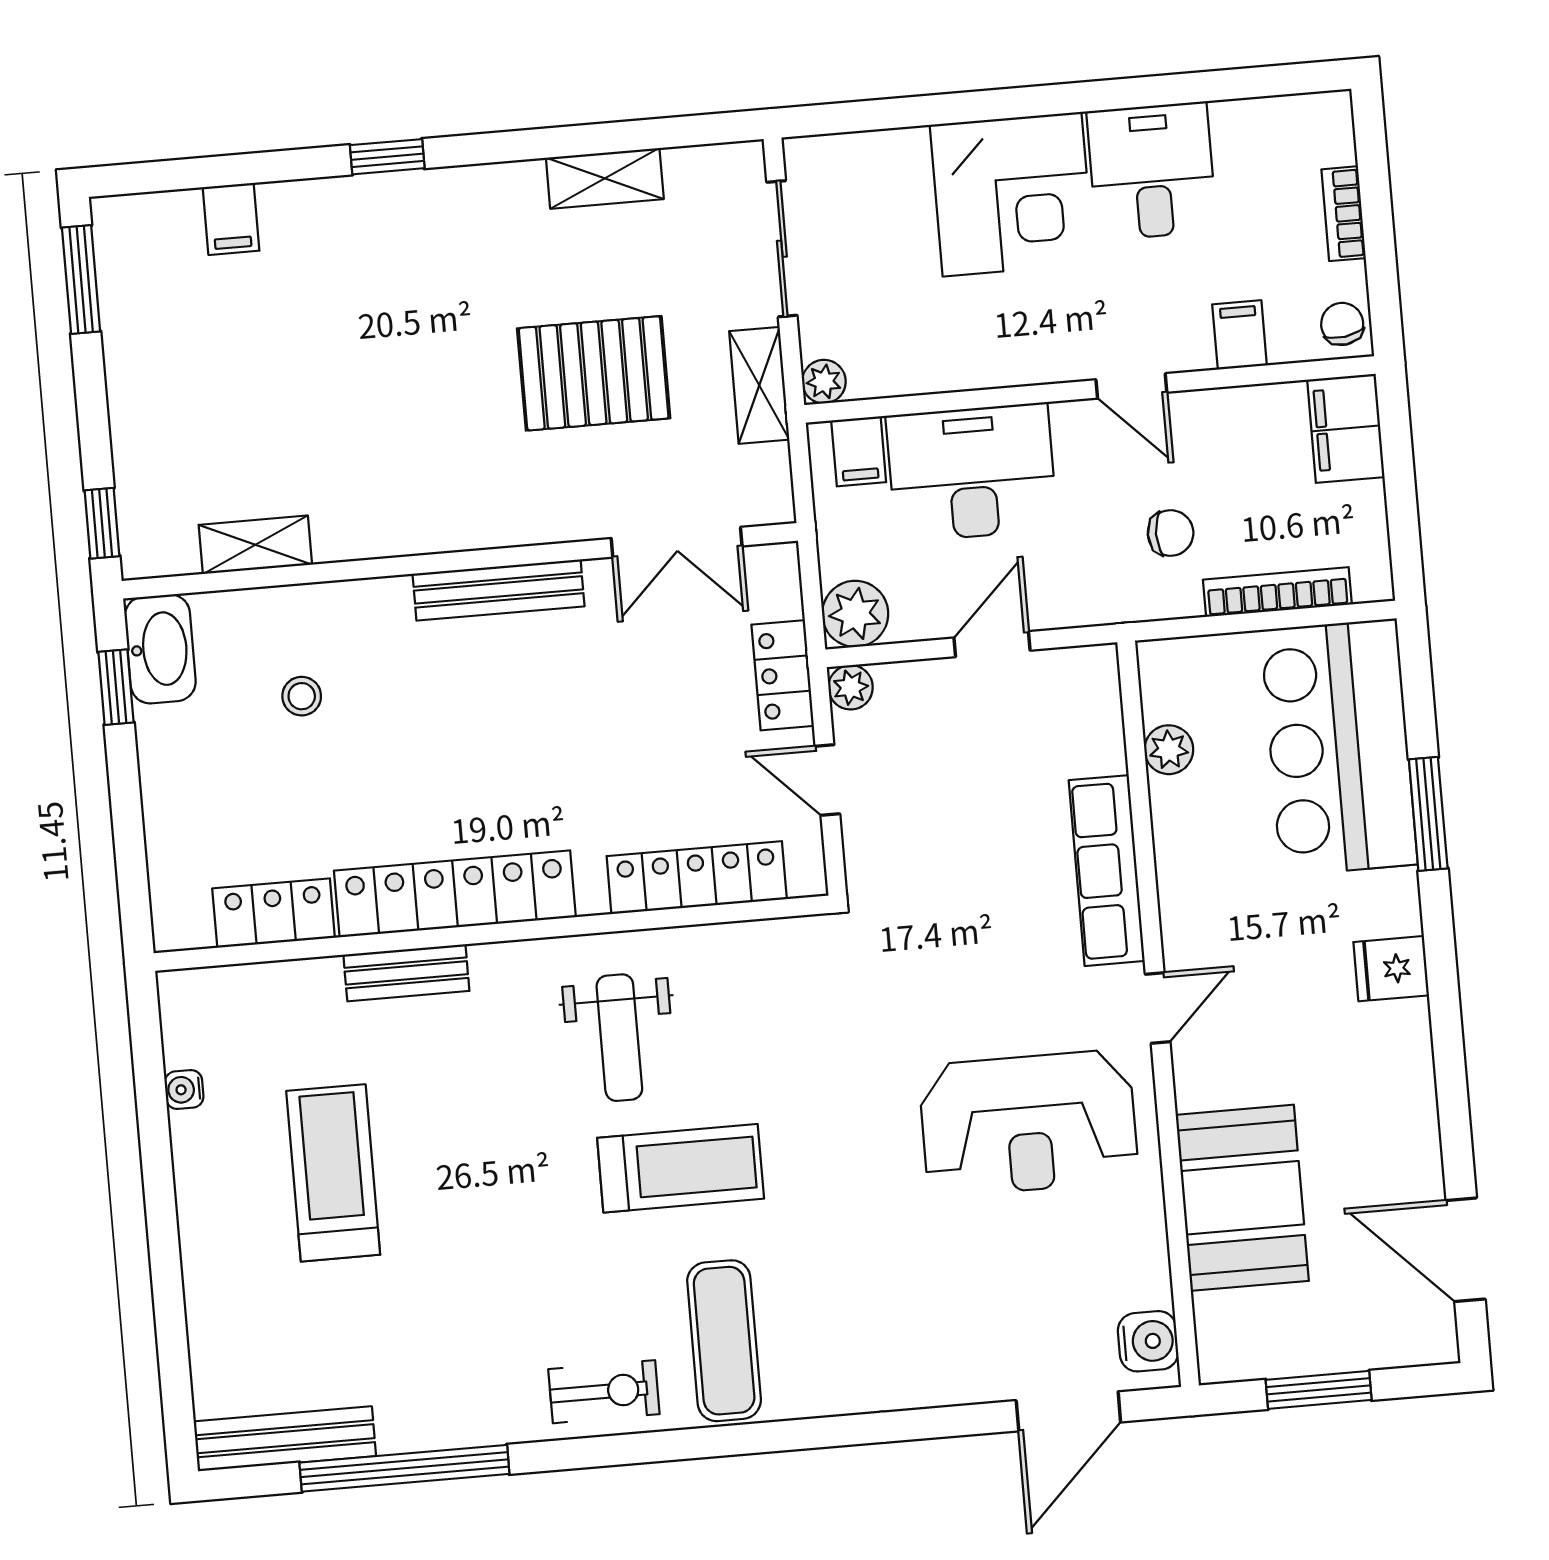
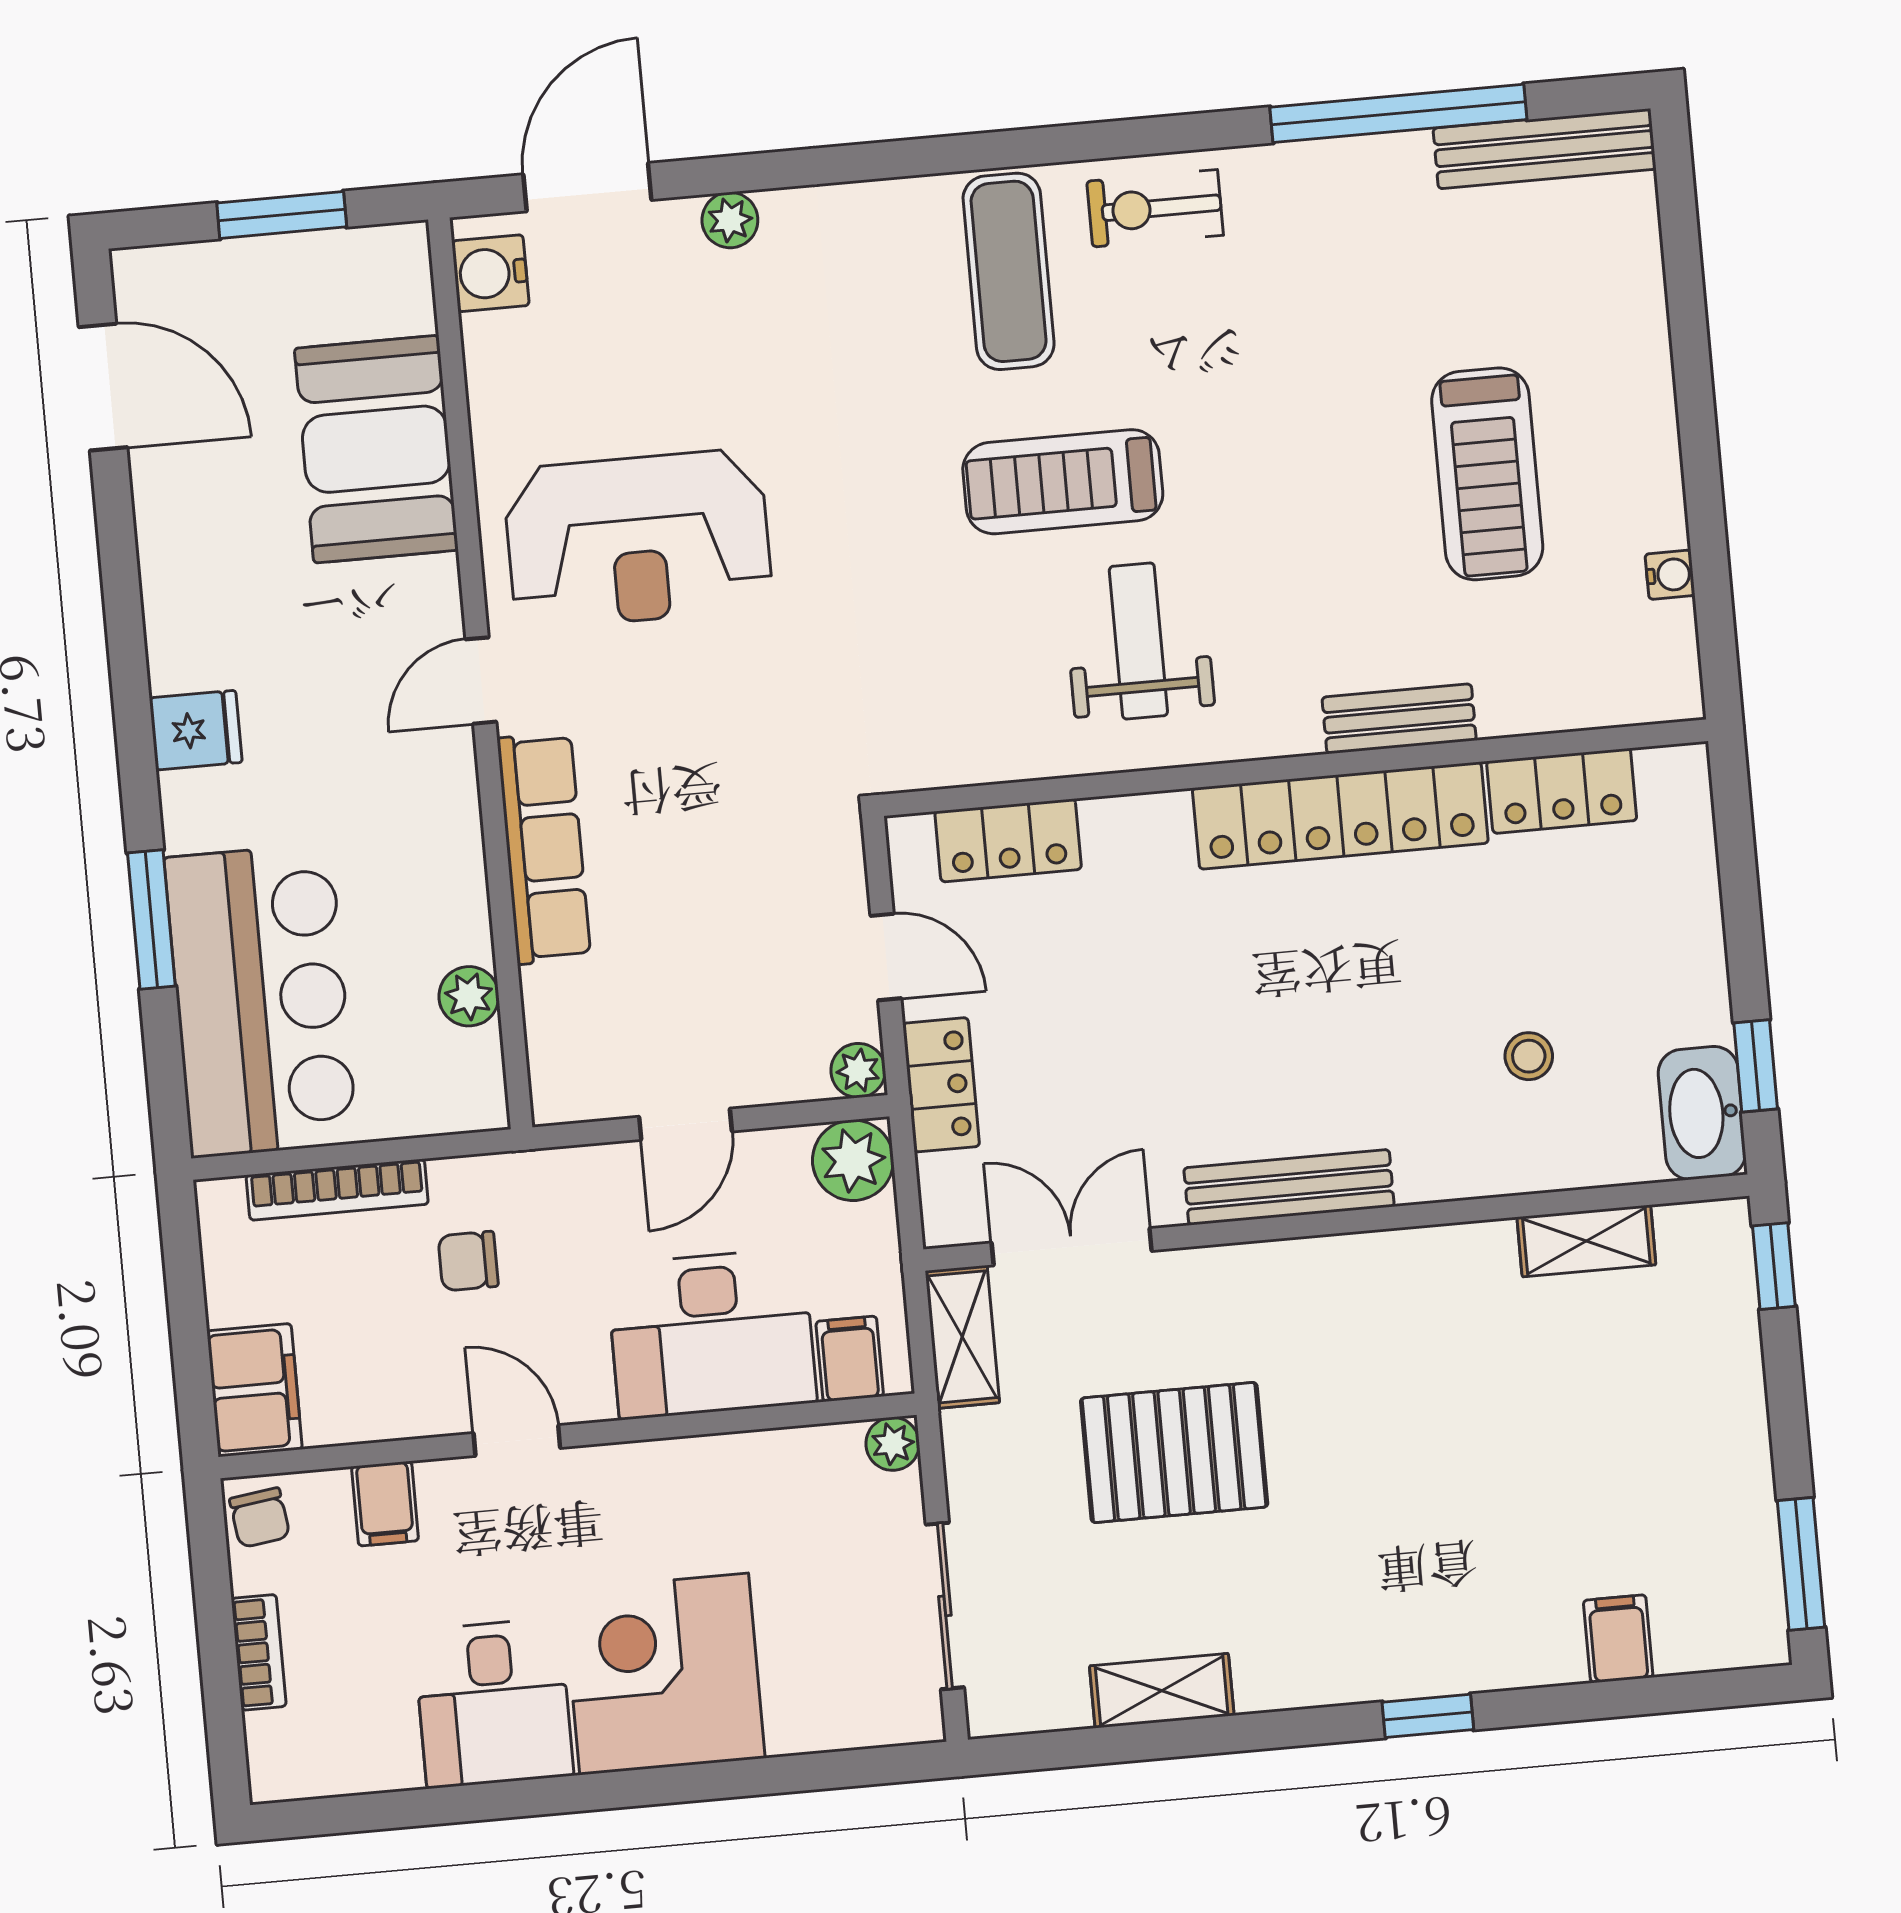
shelving: (759, 385) -> (962, 1337), moved
locker: (697, 878) -> (1008, 840), width x0.66
reception desk: (1028, 1123) -> (638, 539), turned 180
plant: (952, 1384) -> (730, 220), added

